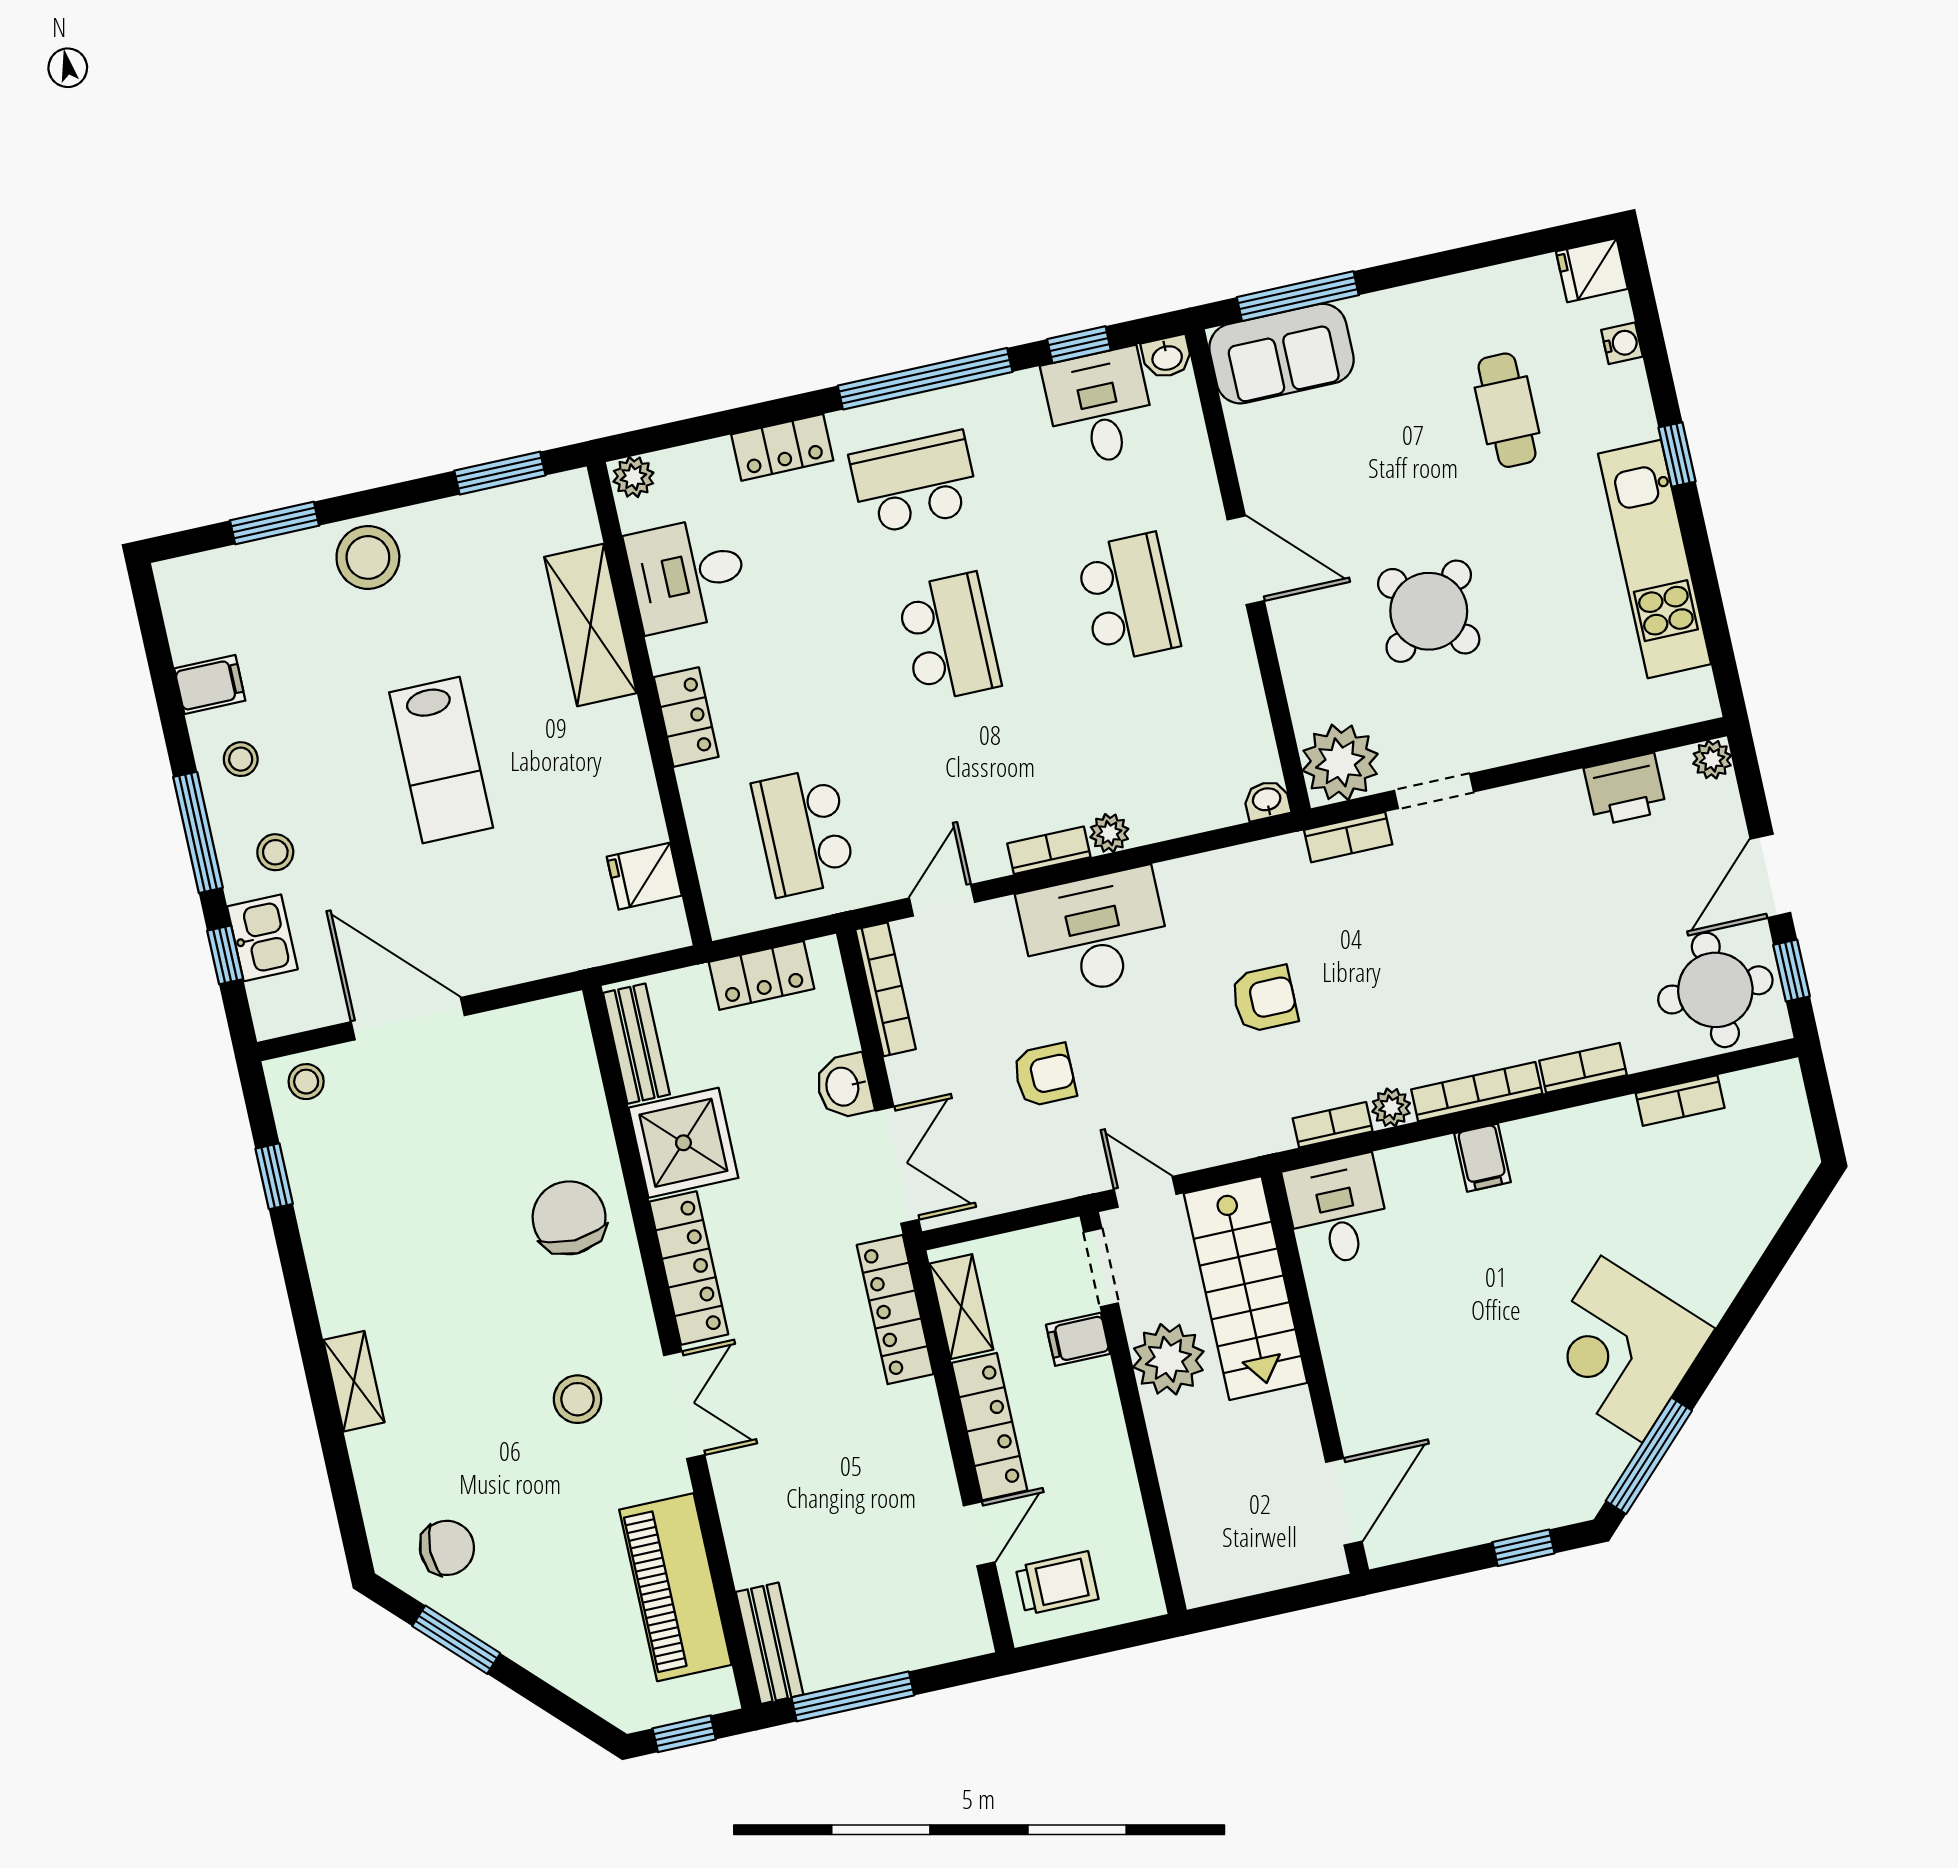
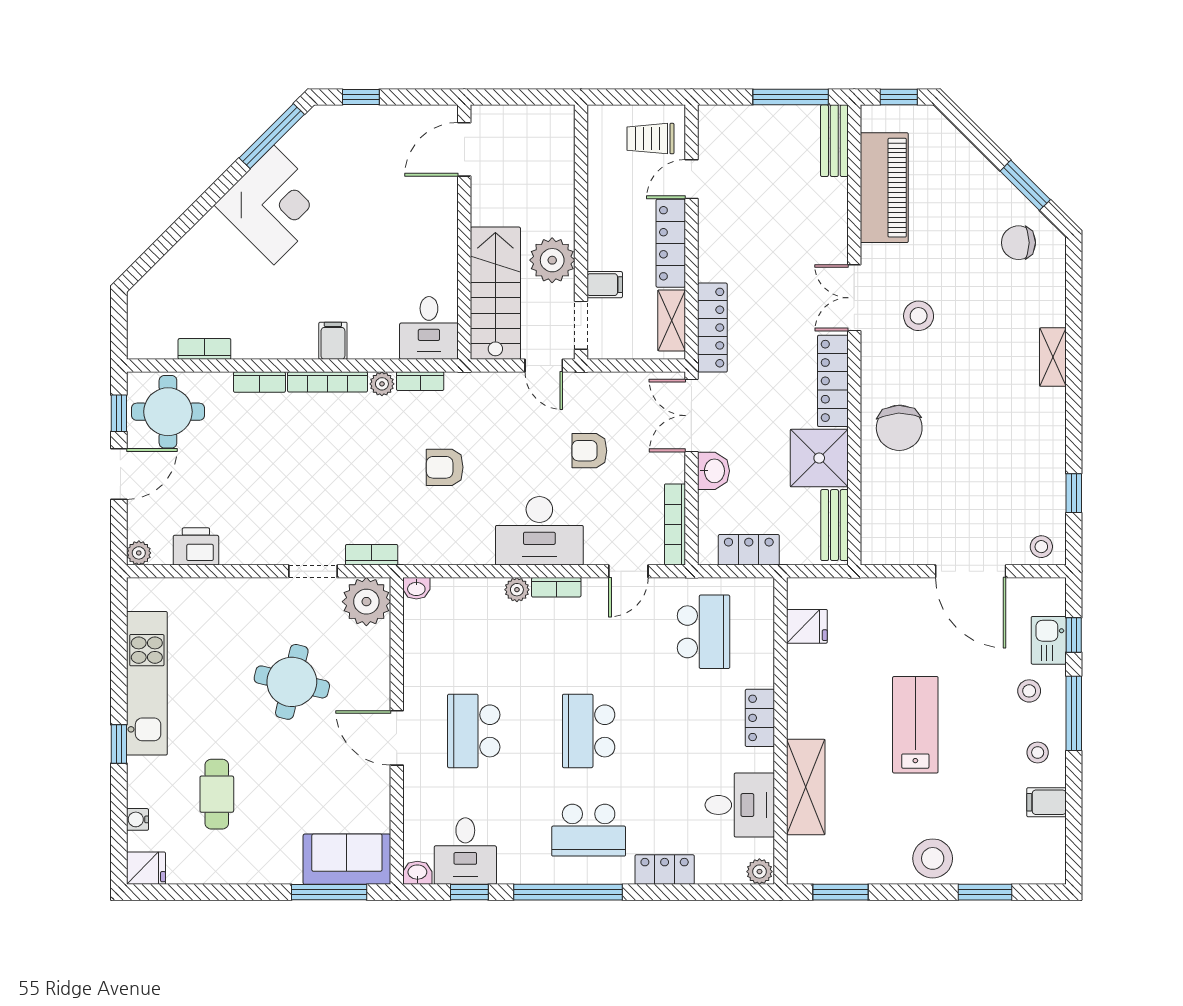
round table: (1429, 611) -> (292, 682), turned -37

